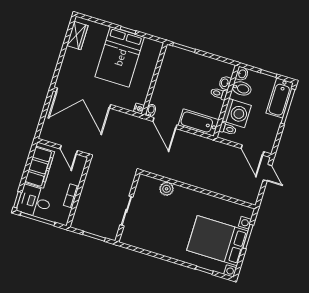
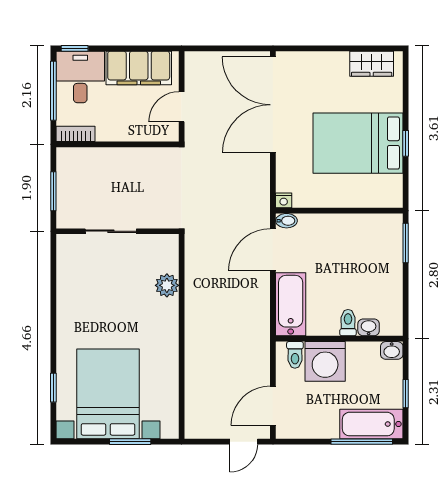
bidet: (242, 88) -> (368, 357), removed
bookcase: (71, 196) -> (76, 134), moved

